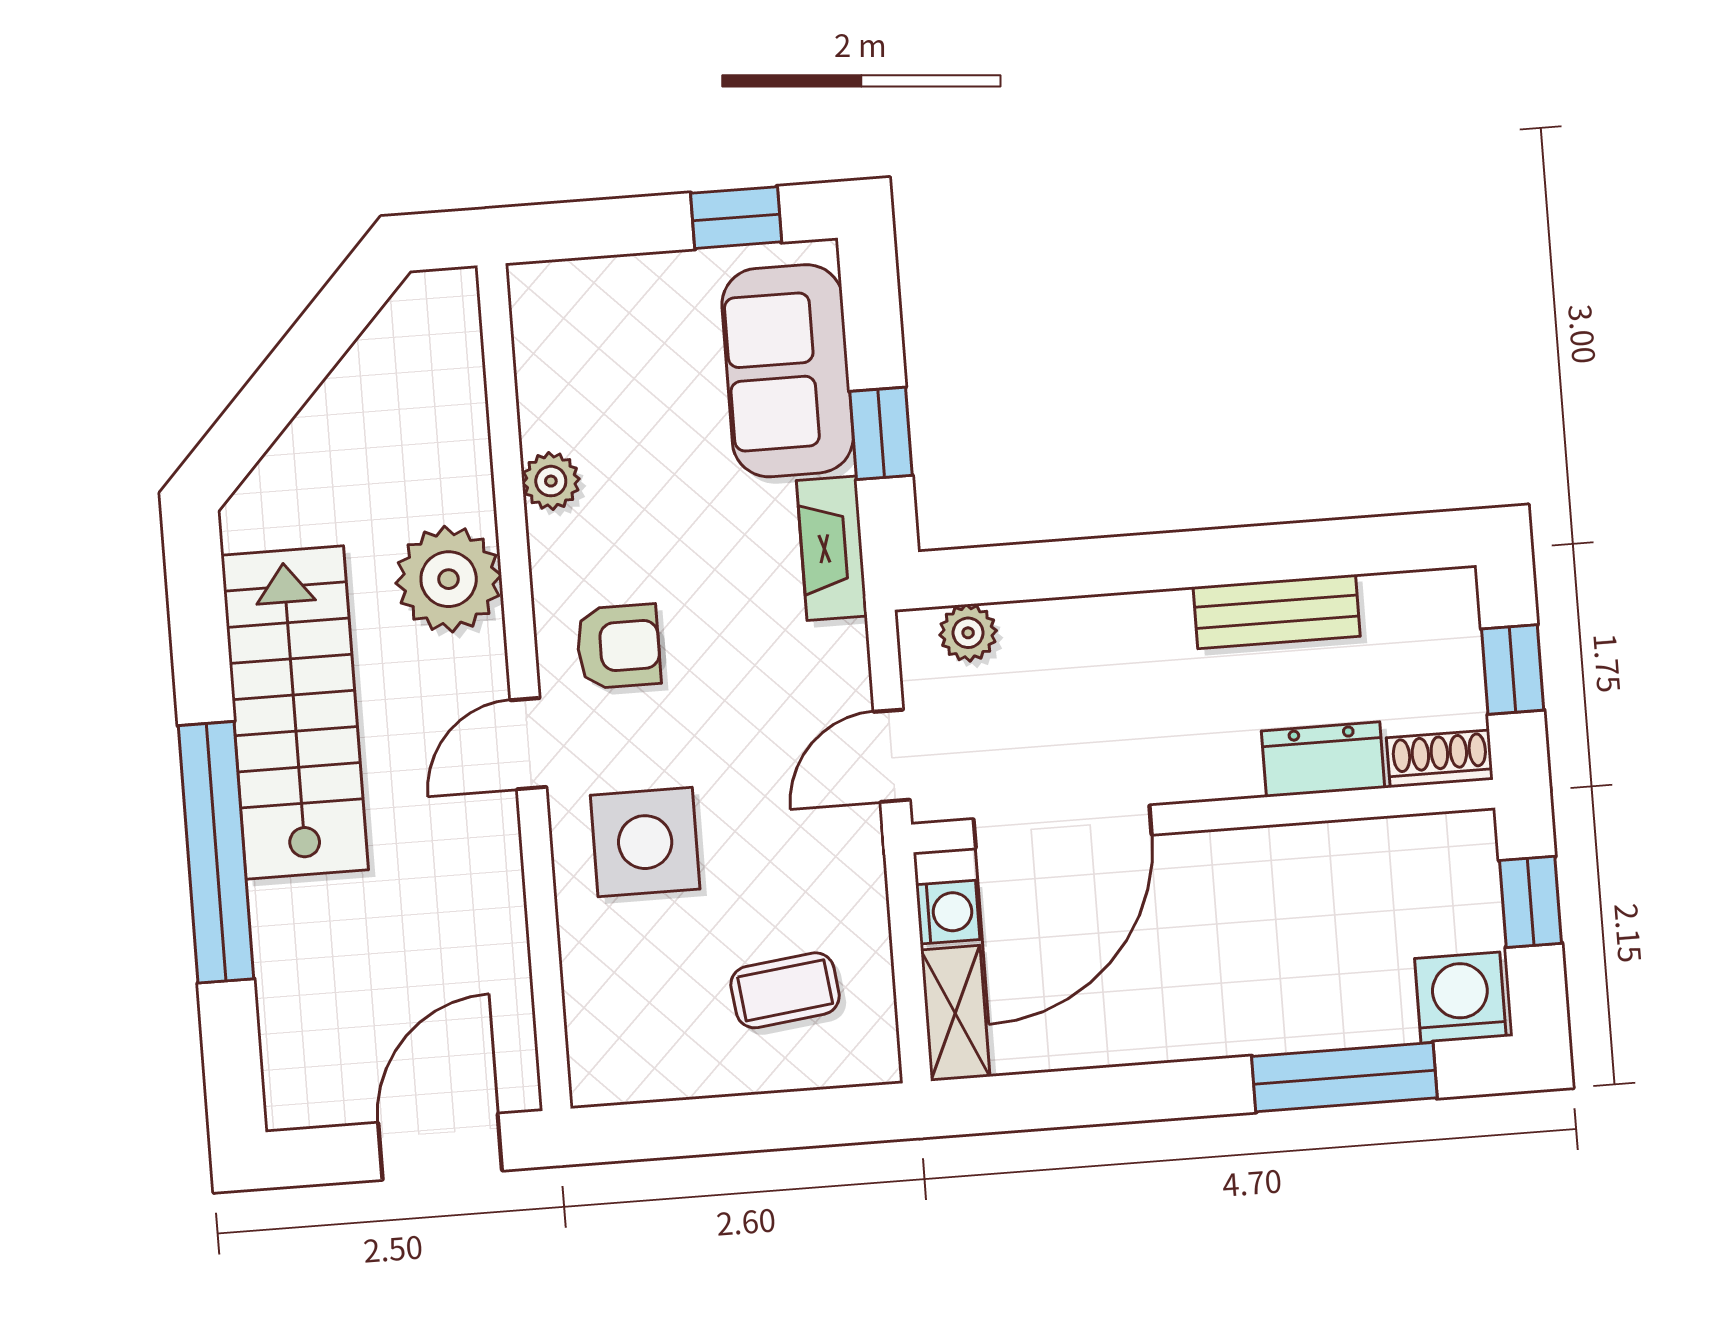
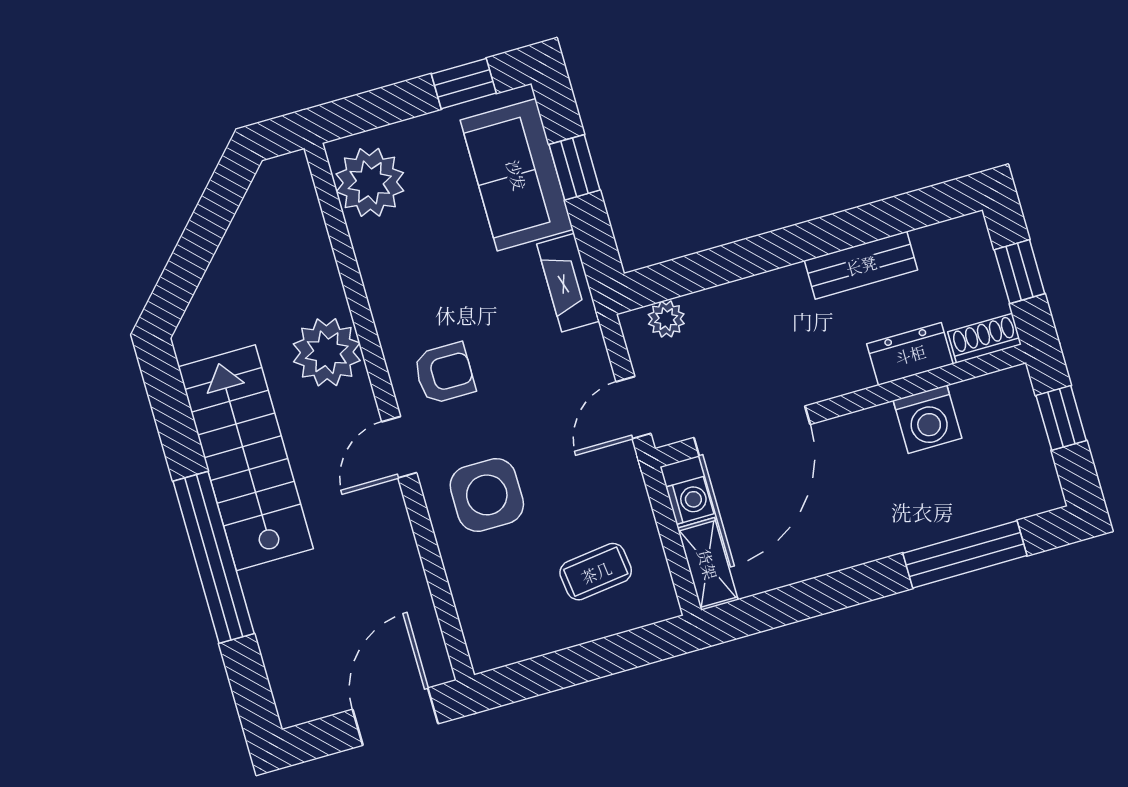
window: (881, 433) -> (574, 167), moved
plant: (551, 481) -> (370, 182), moved, width x1.87, depth x1.87
washing machine: (1460, 998) -> (928, 419), moved, turned 180

